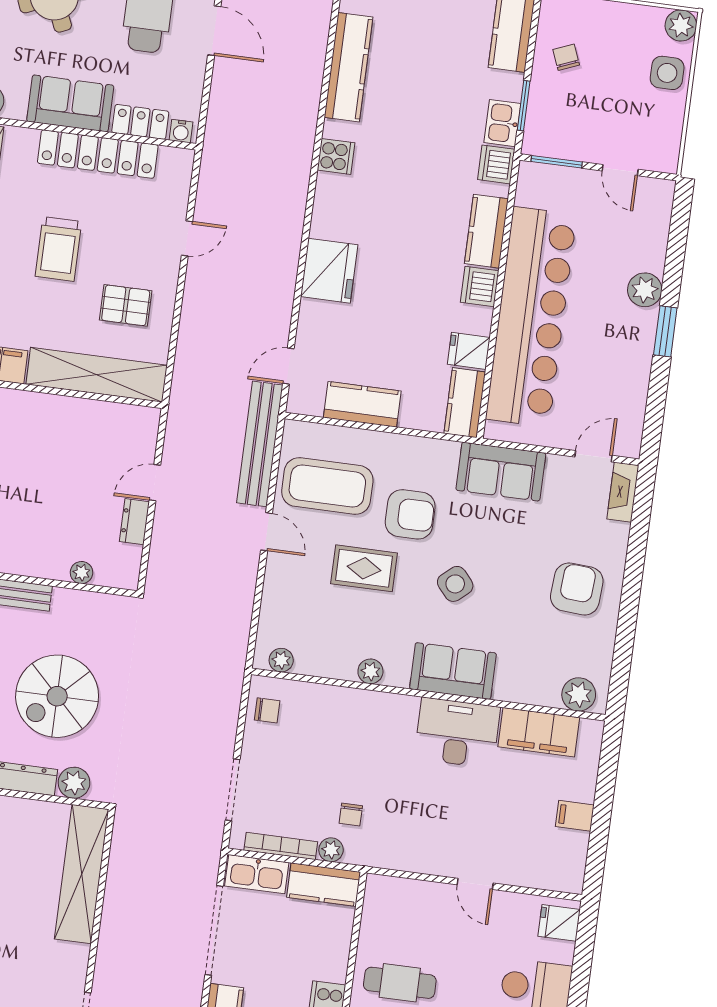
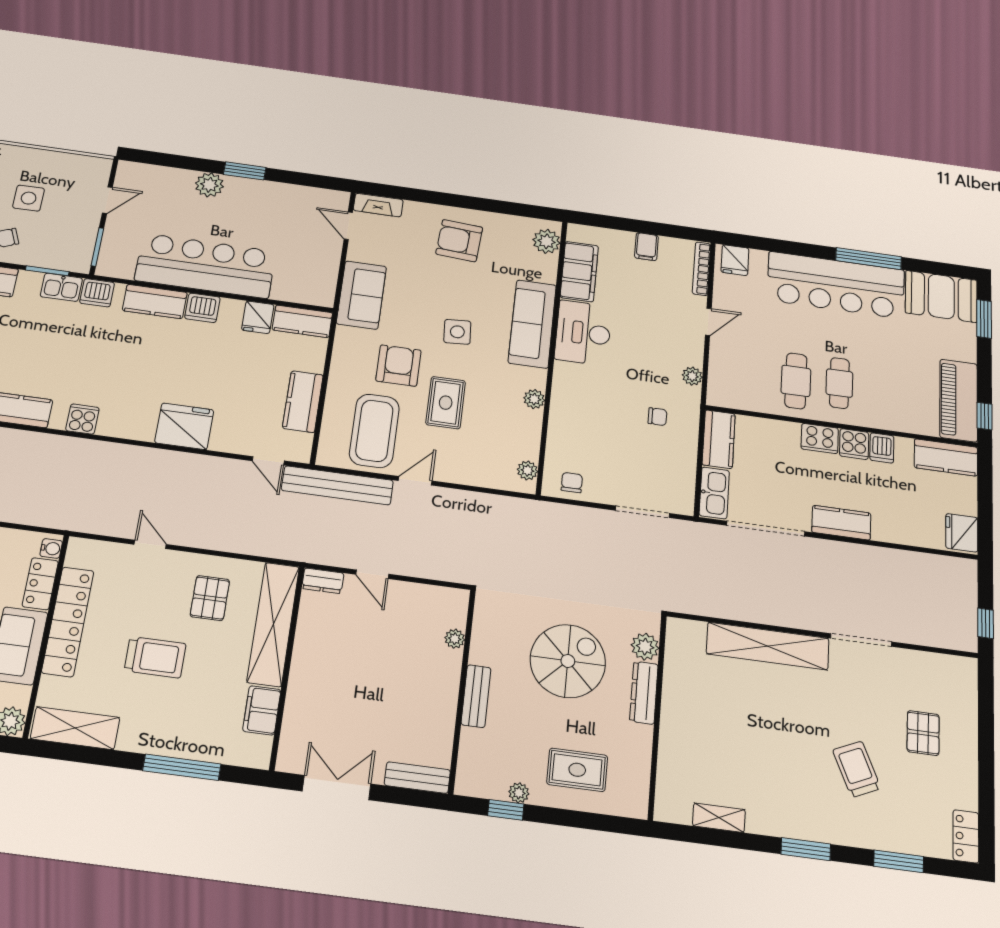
side table: (667, 73) -> (29, 198), moved
bar counter: (531, 317) -> (205, 266), width x0.73
dresser: (134, 522) -> (323, 581), moved
side table: (455, 584) -> (457, 332), turned 37
sofa: (453, 671) -> (532, 324), width x1.36
spiral stairs: (57, 696) -> (568, 661), turned -90
bookcase: (281, 846) -> (702, 269), moved
plant: (331, 850) -> (692, 376), moved
shelving: (82, 874) -> (768, 646), moved

